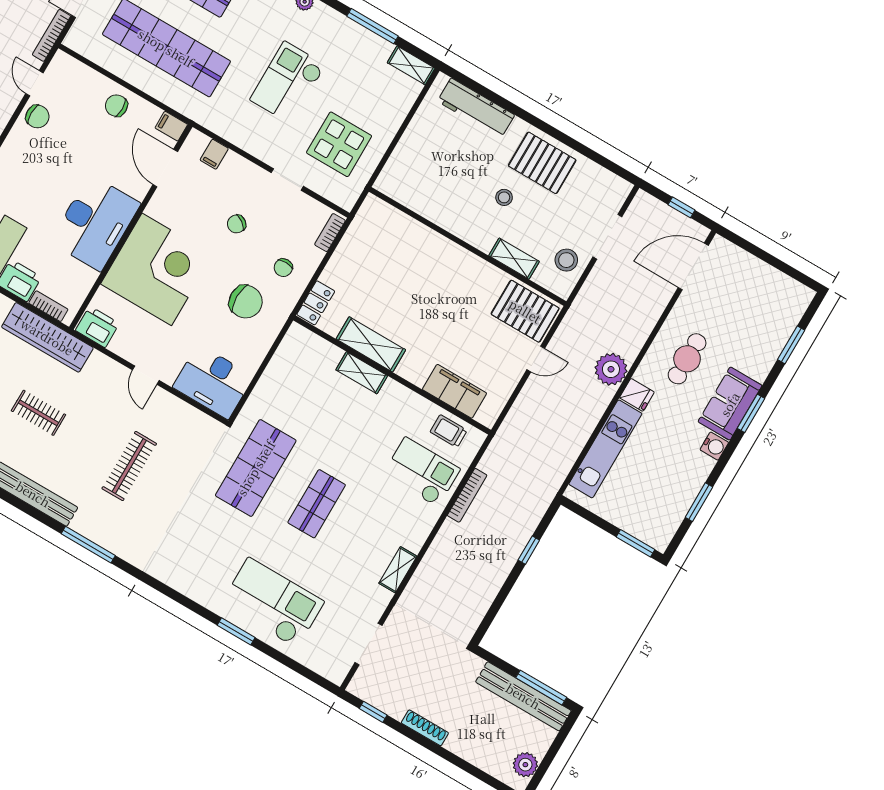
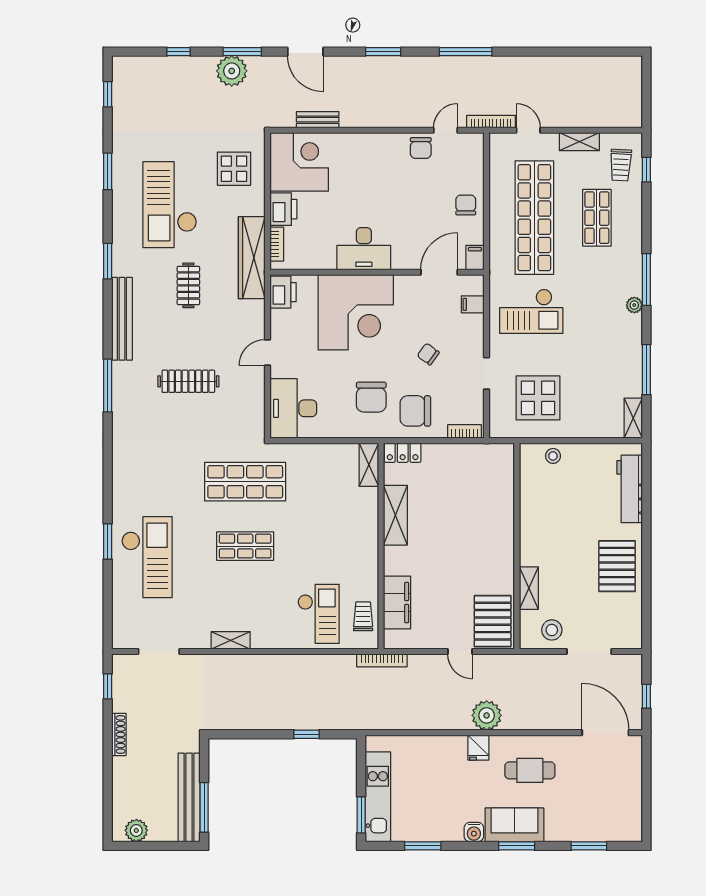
checkout: (288, 82) -> (531, 311), moved, turned 180
stool: (504, 197) -> (553, 456), moved
desk: (95, 223) -> (364, 249), width x0.73, depth x0.77
chair: (283, 268) -> (415, 411), width x1.87, depth x1.87
shelving: (362, 373) -> (369, 465), moved
kitchen unit: (605, 449) -> (378, 797), moved, turned -90
bookcase: (467, 495) -> (382, 660), moved

